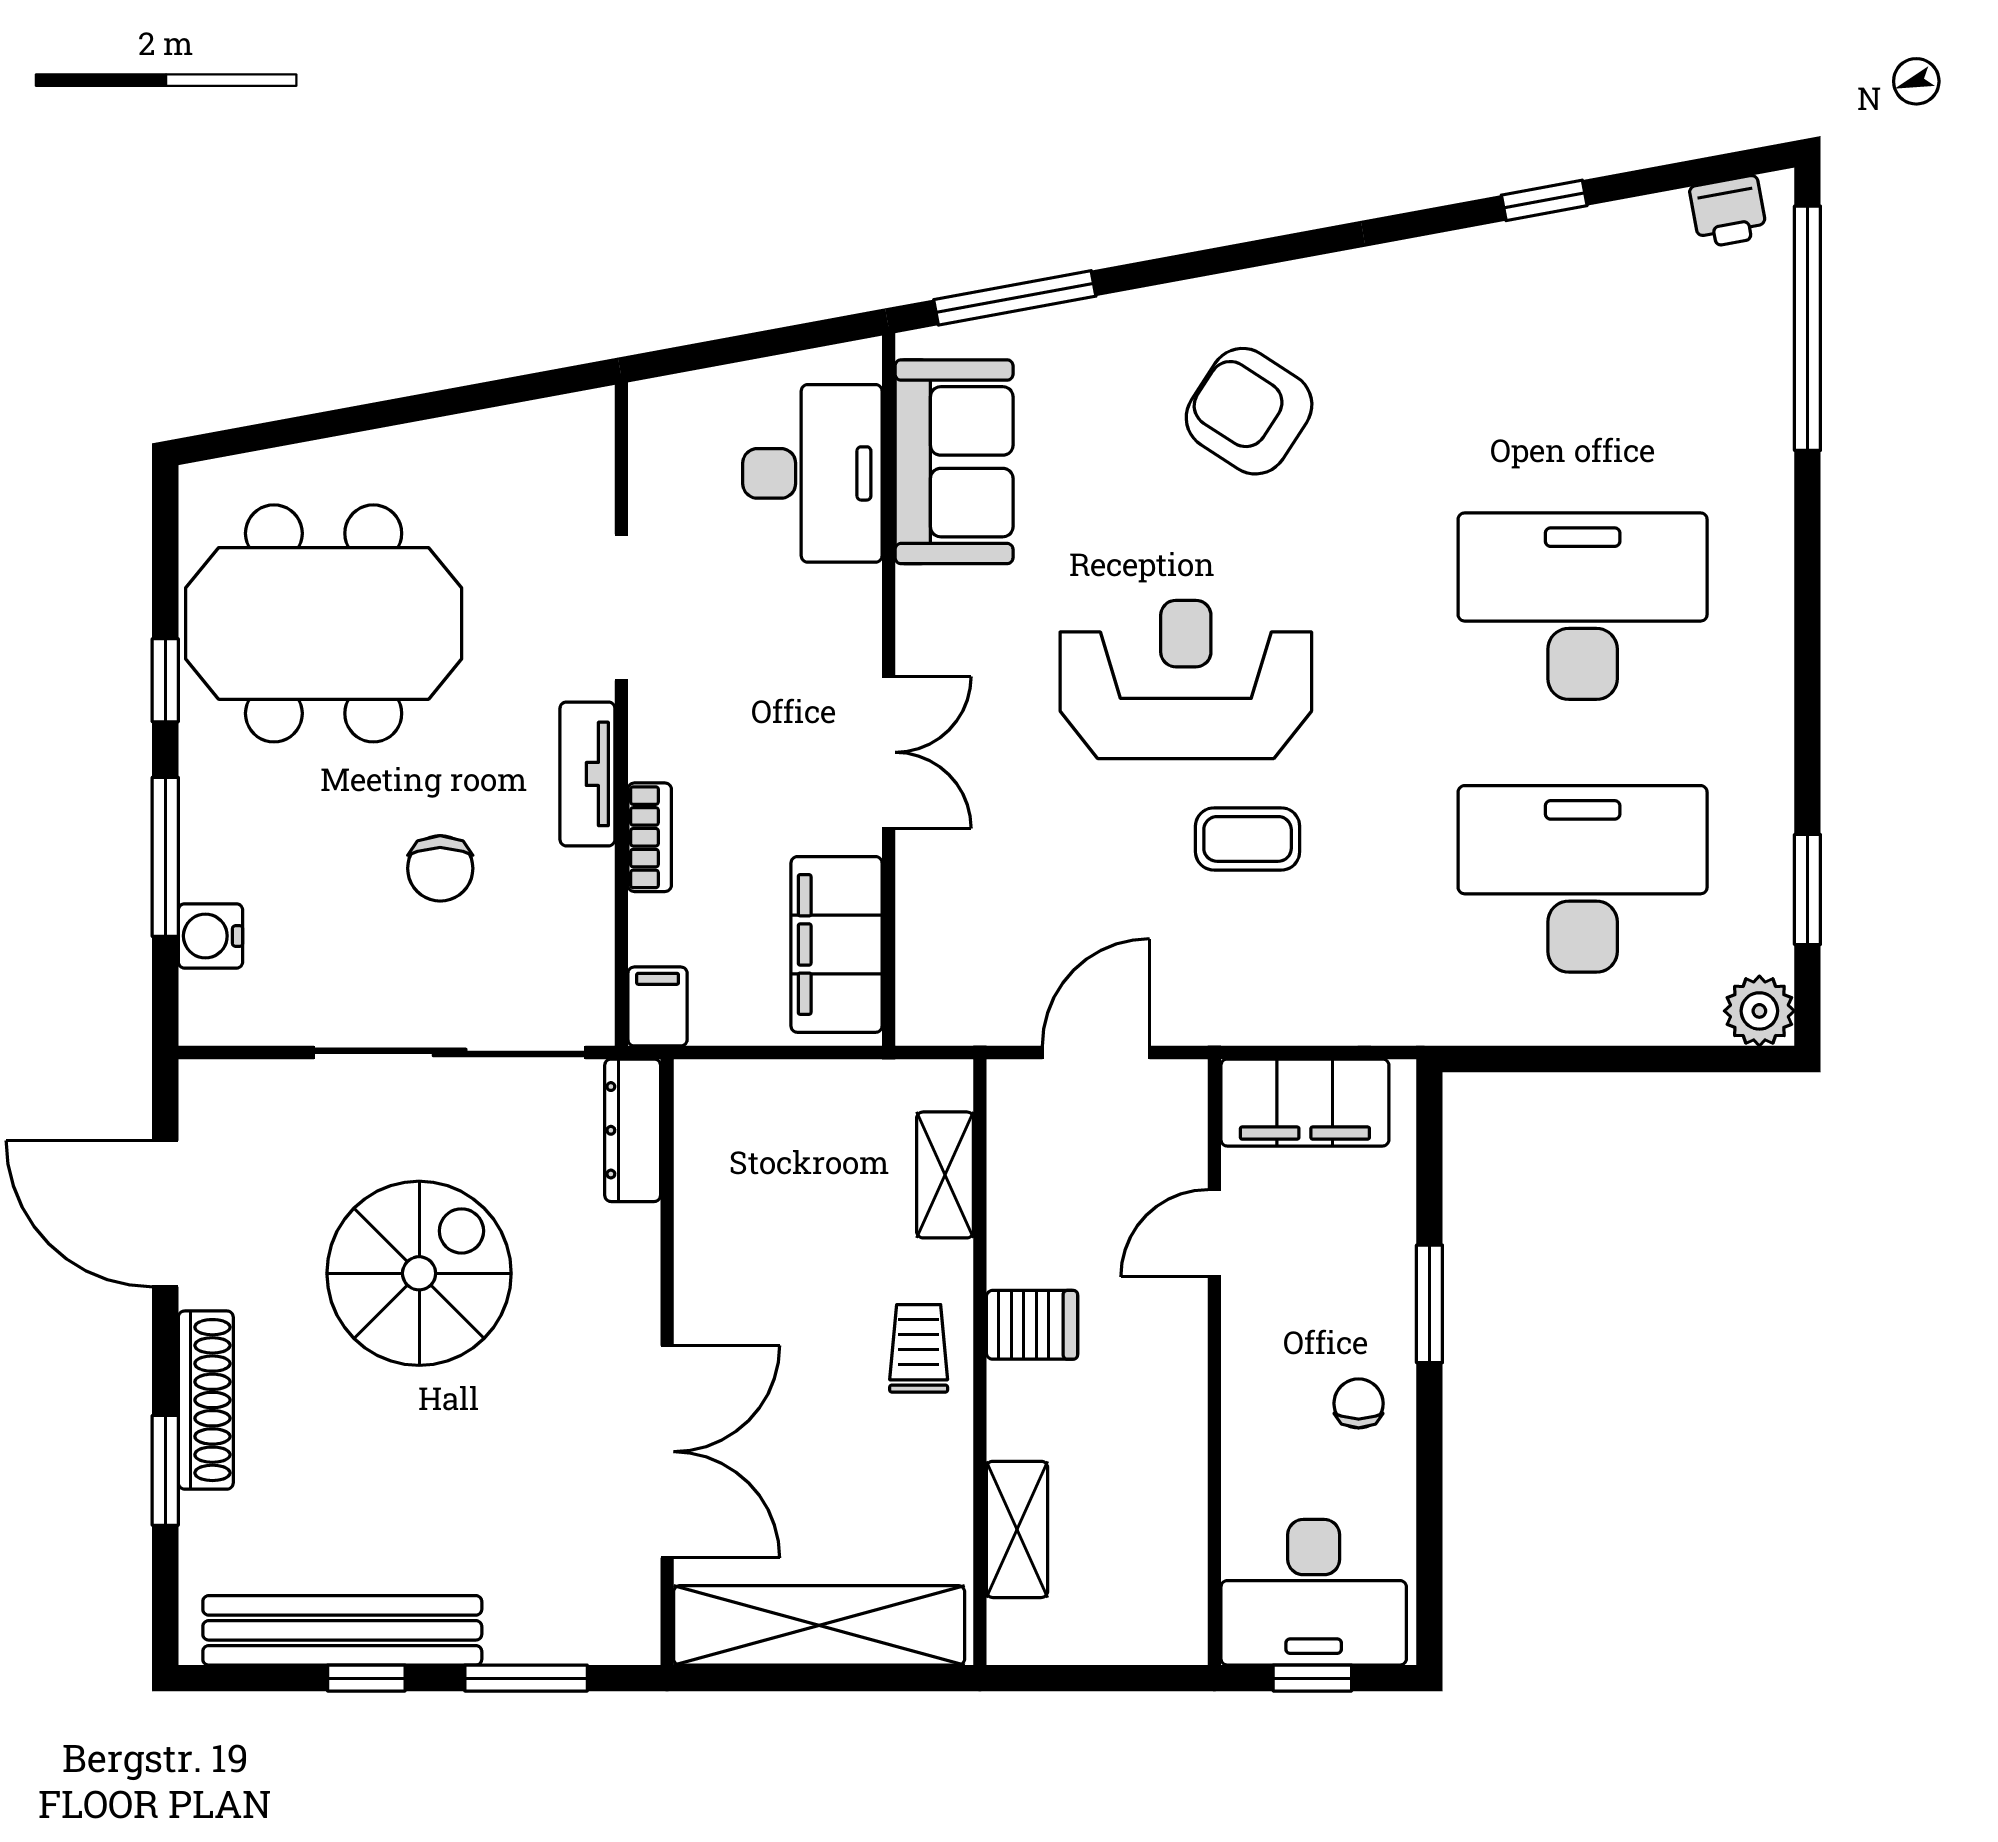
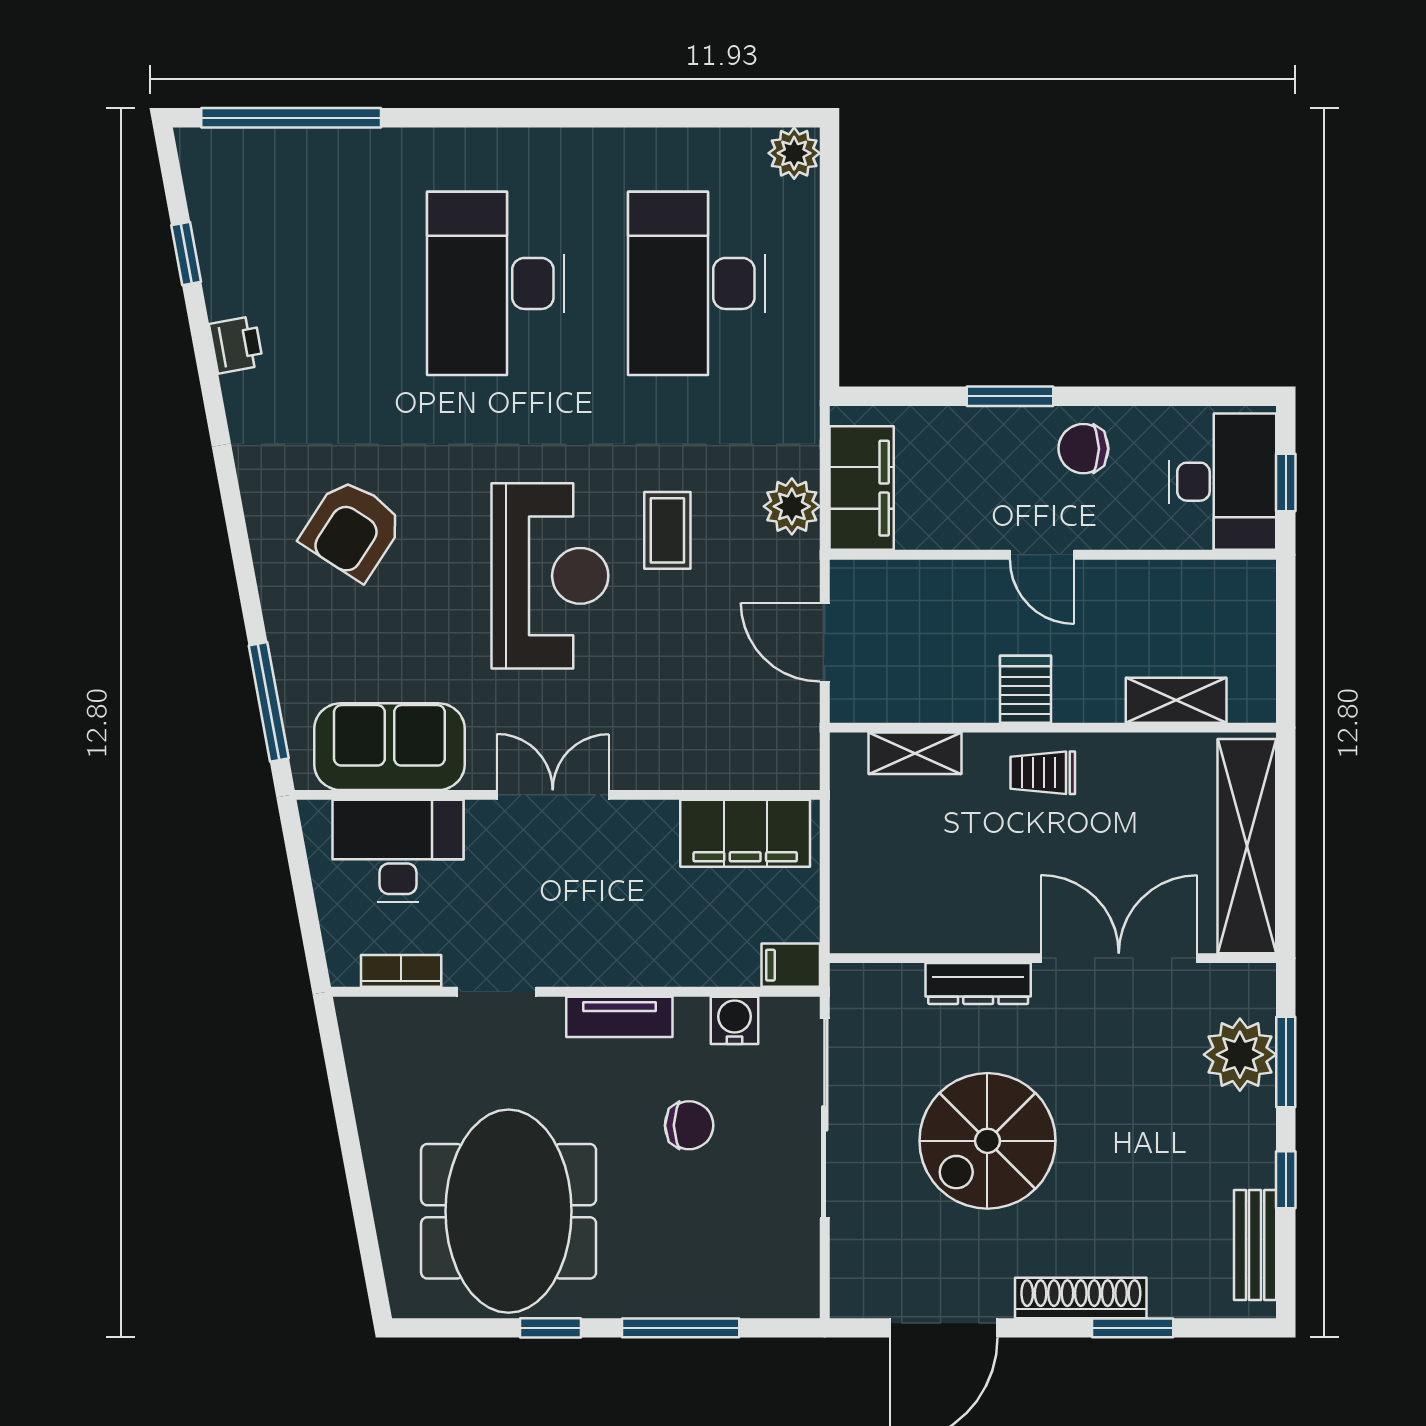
window: (1544, 200) -> (186, 254), moved
printer: (1728, 212) -> (236, 345), moved
doorway: (621, 607) -> (497, 992), width x0.73
reception desk: (1186, 679) -> (550, 576), turned 180
double door: (889, 752) -> (553, 795), moved
bookcase: (650, 837) -> (401, 971), moved
window: (1807, 889) -> (705, 118), removed
water cooler: (210, 936) -> (735, 1020), moved, turned 180
plant: (1280, 1008) -> (792, 506), added
dresser: (633, 1130) -> (978, 983), moved
door: (1214, 1233) -> (1042, 555), moved
spiral stairs: (419, 1273) -> (987, 1141), turned -90
chair: (1359, 1403) -> (1083, 449), width x1.37, depth x1.37
plant: (536, 1616) -> (1240, 1055), added
bench: (342, 1630) -> (1255, 1245), width x0.54, depth x0.82

